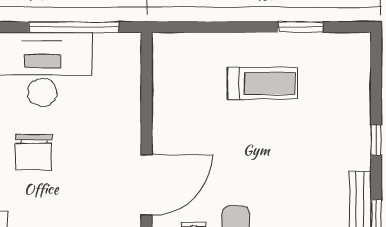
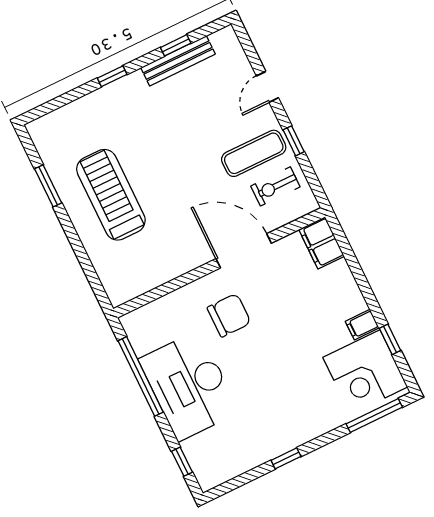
treadmill: (263, 83) -> (111, 195), width x1.37, depth x1.38
chair: (34, 152) -> (229, 315), moved

